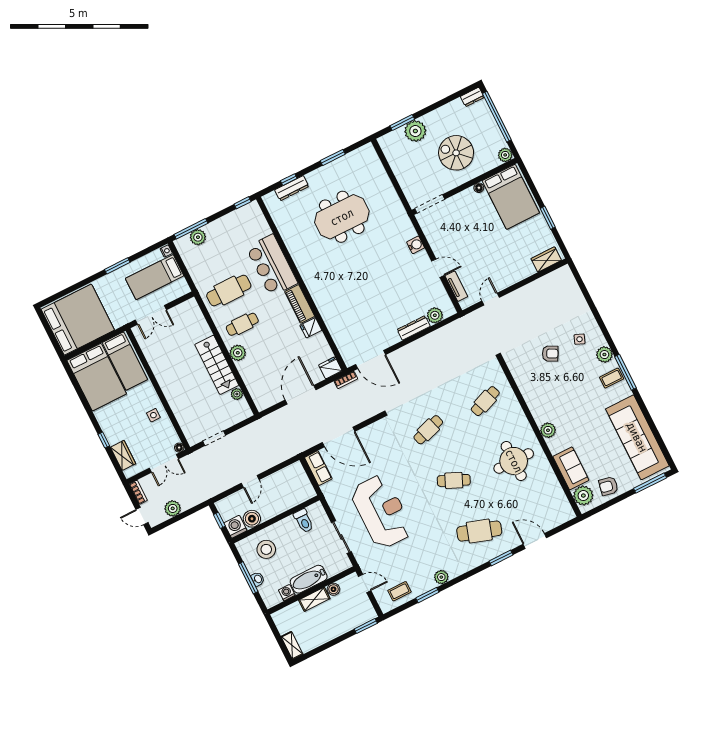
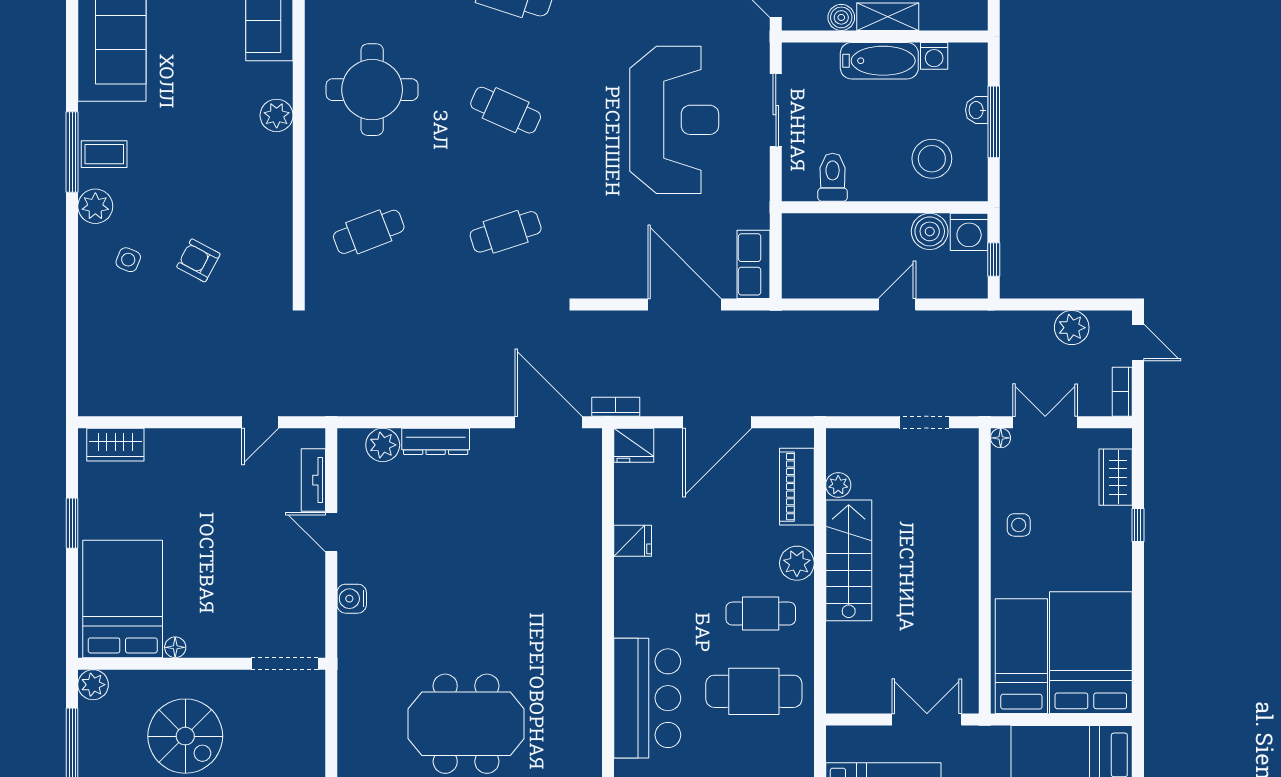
piano: (300, 304) -> (797, 487), moved, turned 180
reception desk: (382, 512) -> (674, 120), turned 180

